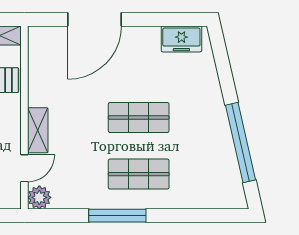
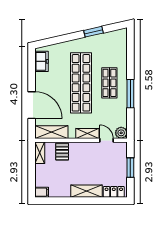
shelving: (41, 59) -> (51, 132), added
shop shelf: (139, 118) -> (81, 83), width x2.00, depth x1.36
window: (240, 143) -> (94, 32), width x0.47

